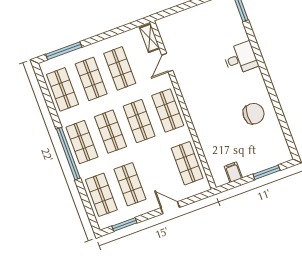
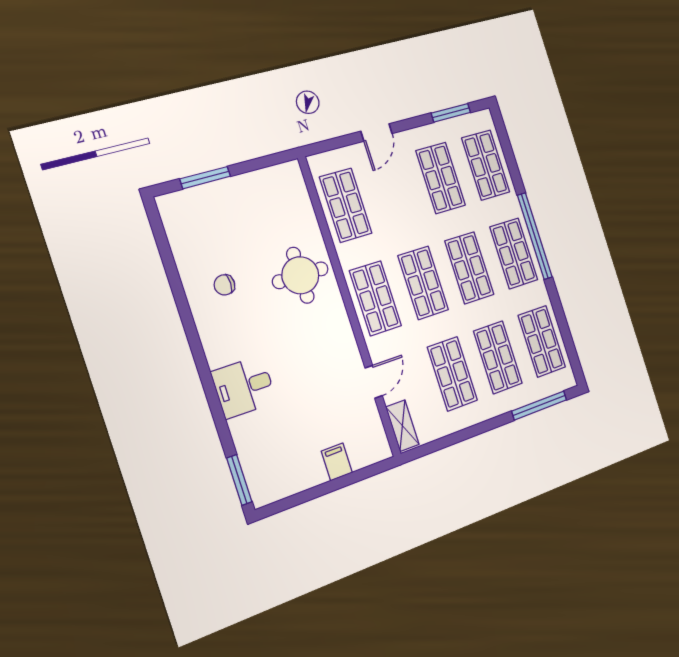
chair: (254, 114) -> (224, 285), width x0.54, depth x0.54
round table: (212, 121) -> (300, 275), added
filing cabinet: (233, 172) -> (337, 462), moved, turned 180
door: (170, 208) -> (377, 132), hinge flipped

